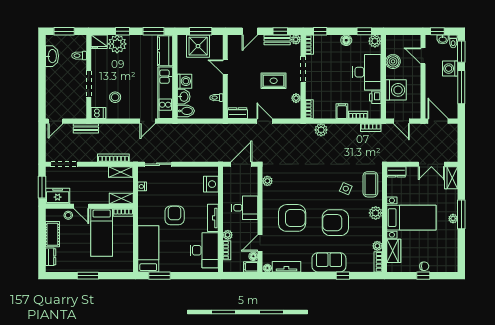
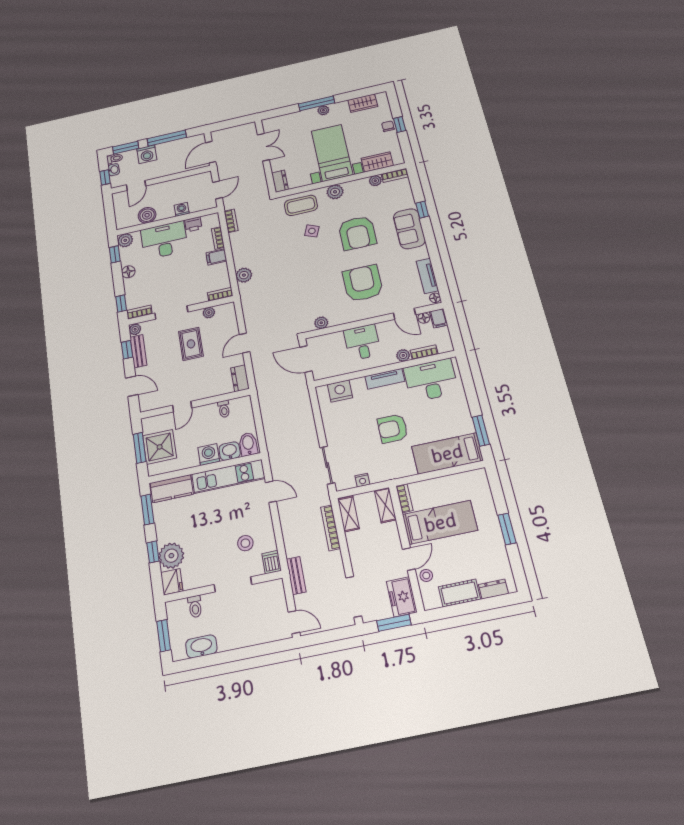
washing machine: (396, 90) -> (182, 209), width x0.53, depth x0.53
wardrobe: (451, 178) -> (363, 103), moved

